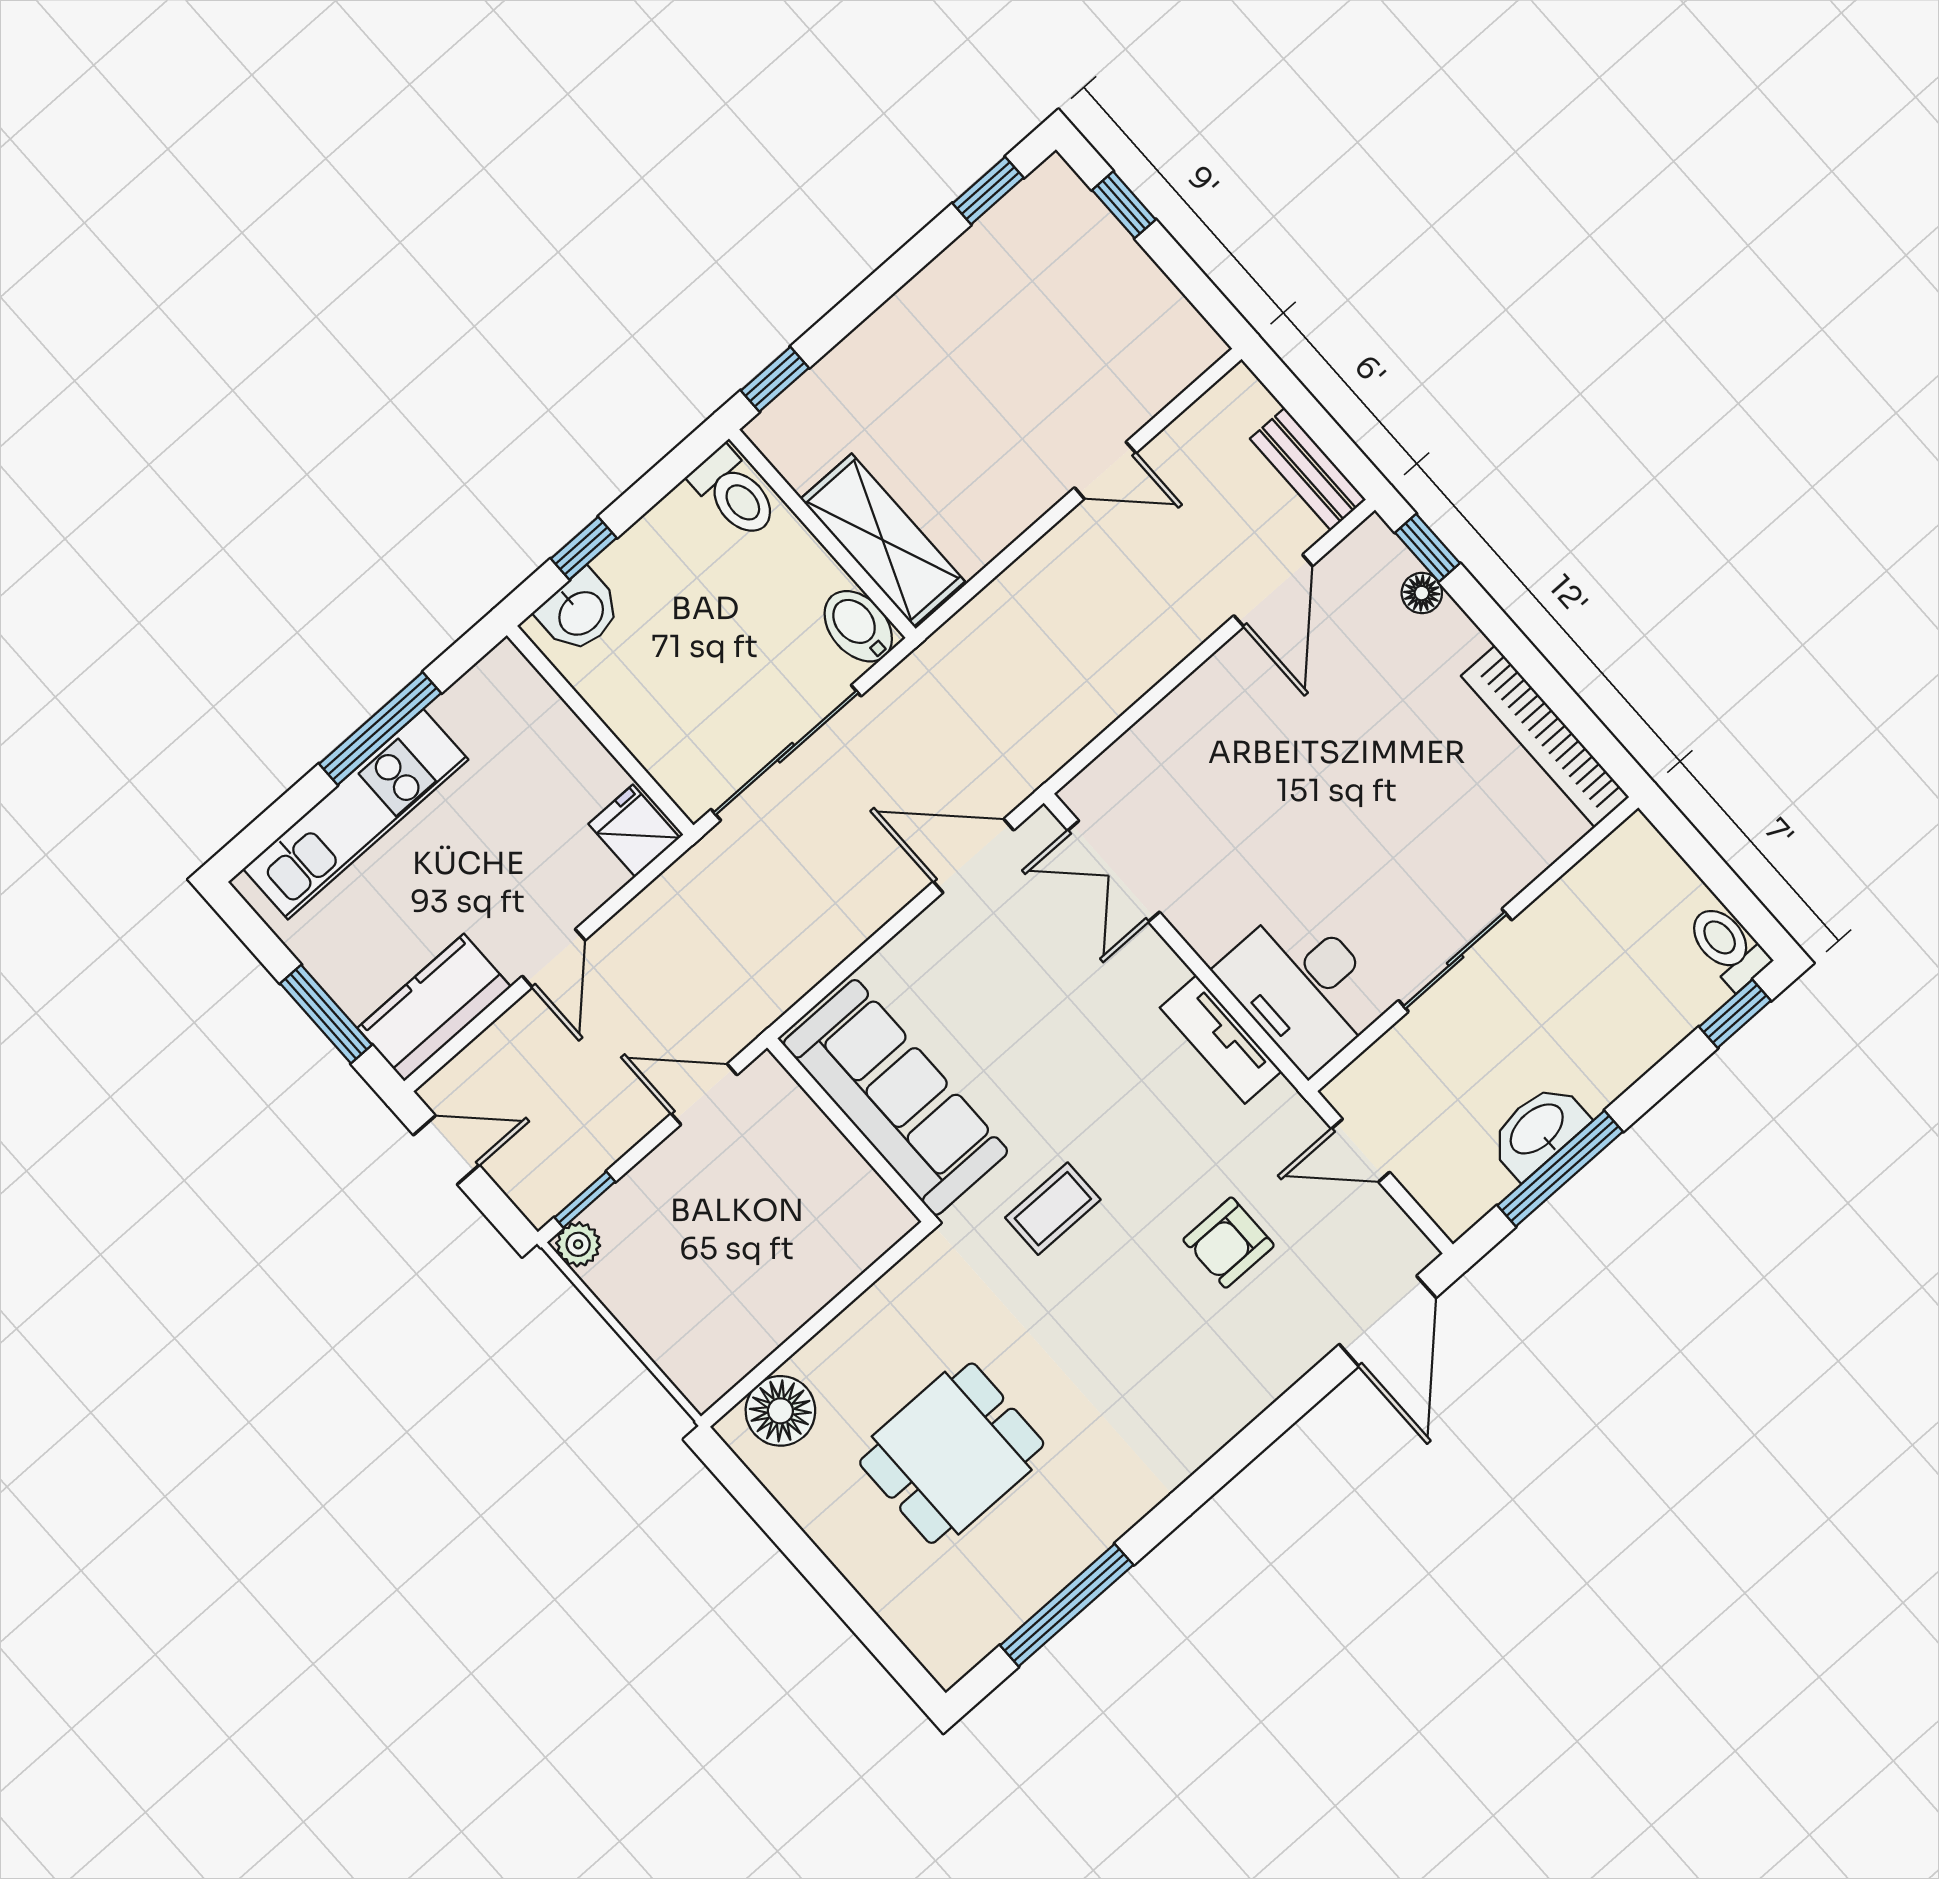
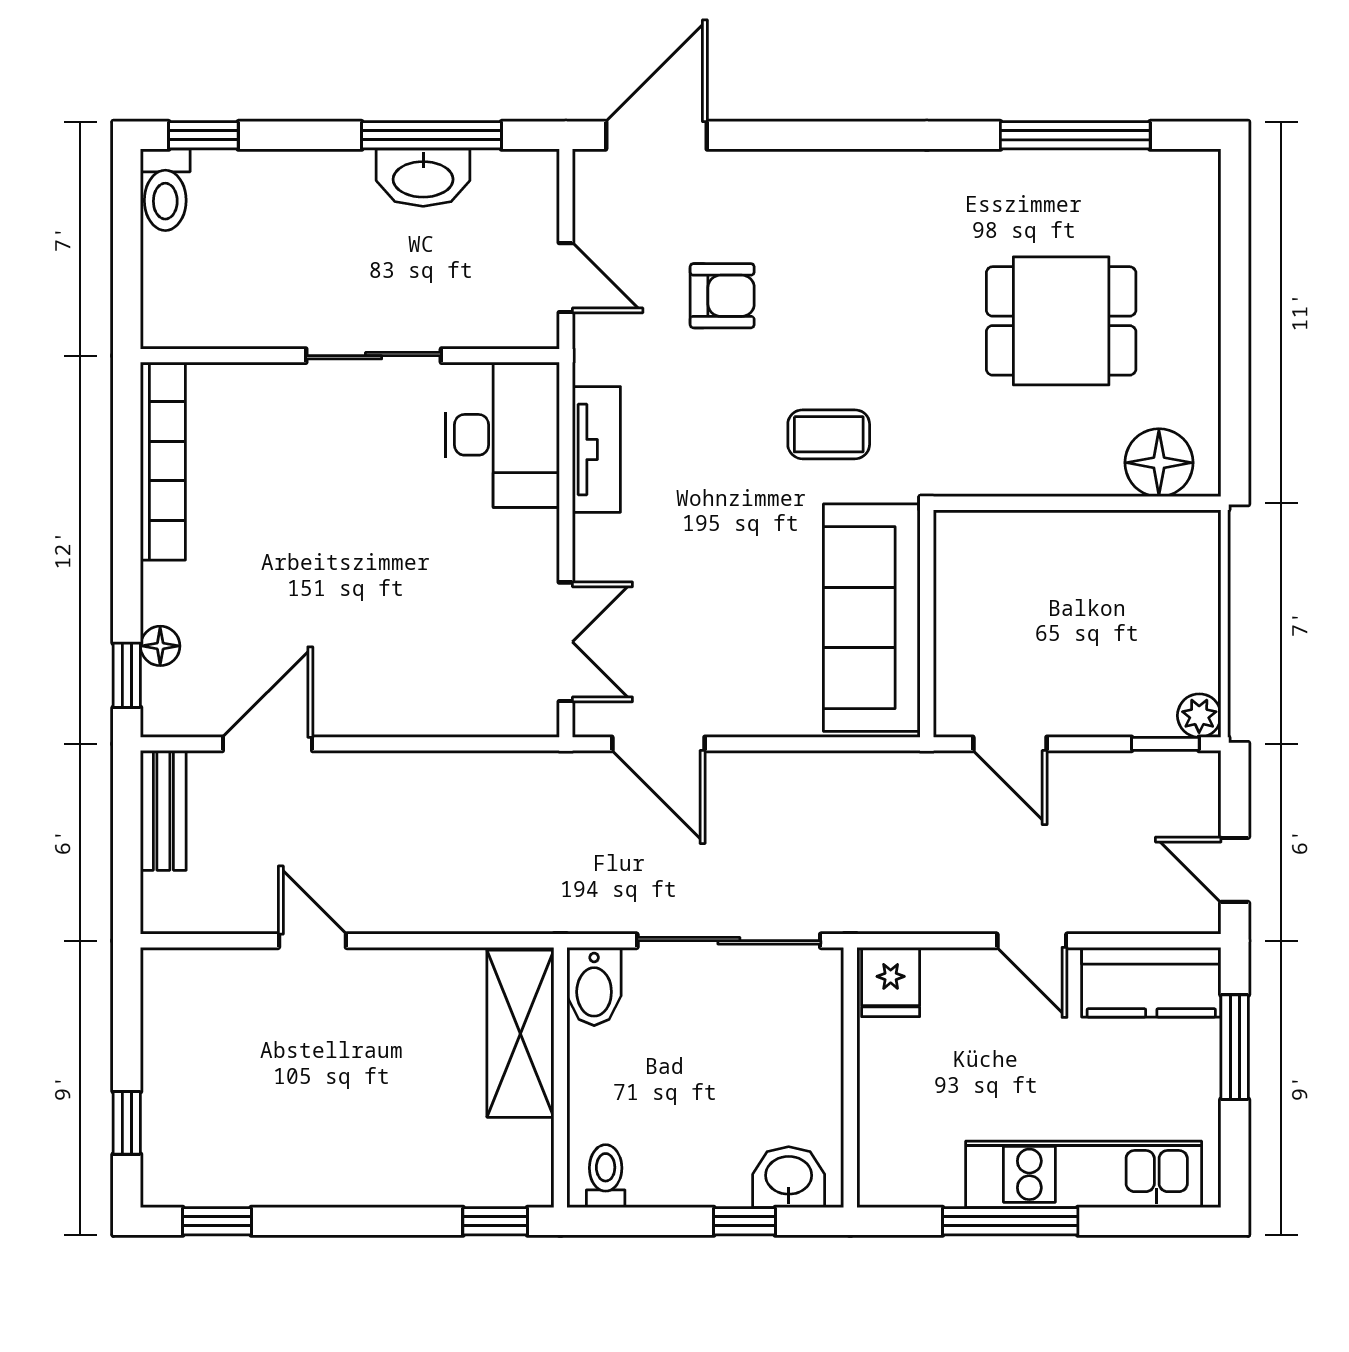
toilet: (735, 493) -> (606, 1176), width x0.73, depth x0.72
door: (554, 958) -> (1032, 941), swing flipped

